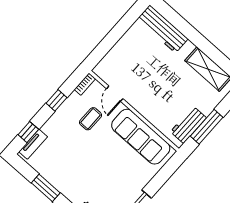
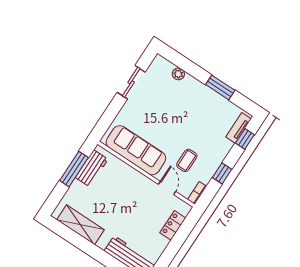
locker: (114, 55) -> (173, 225), added

